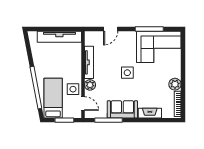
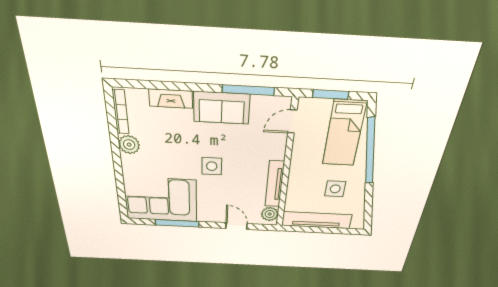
door: (111, 29) -> (236, 226), hinge flipped
plant: (90, 85) -> (270, 214), moved
side table: (73, 89) -> (335, 189), moved
door: (83, 104) -> (292, 122), hinge flipped

